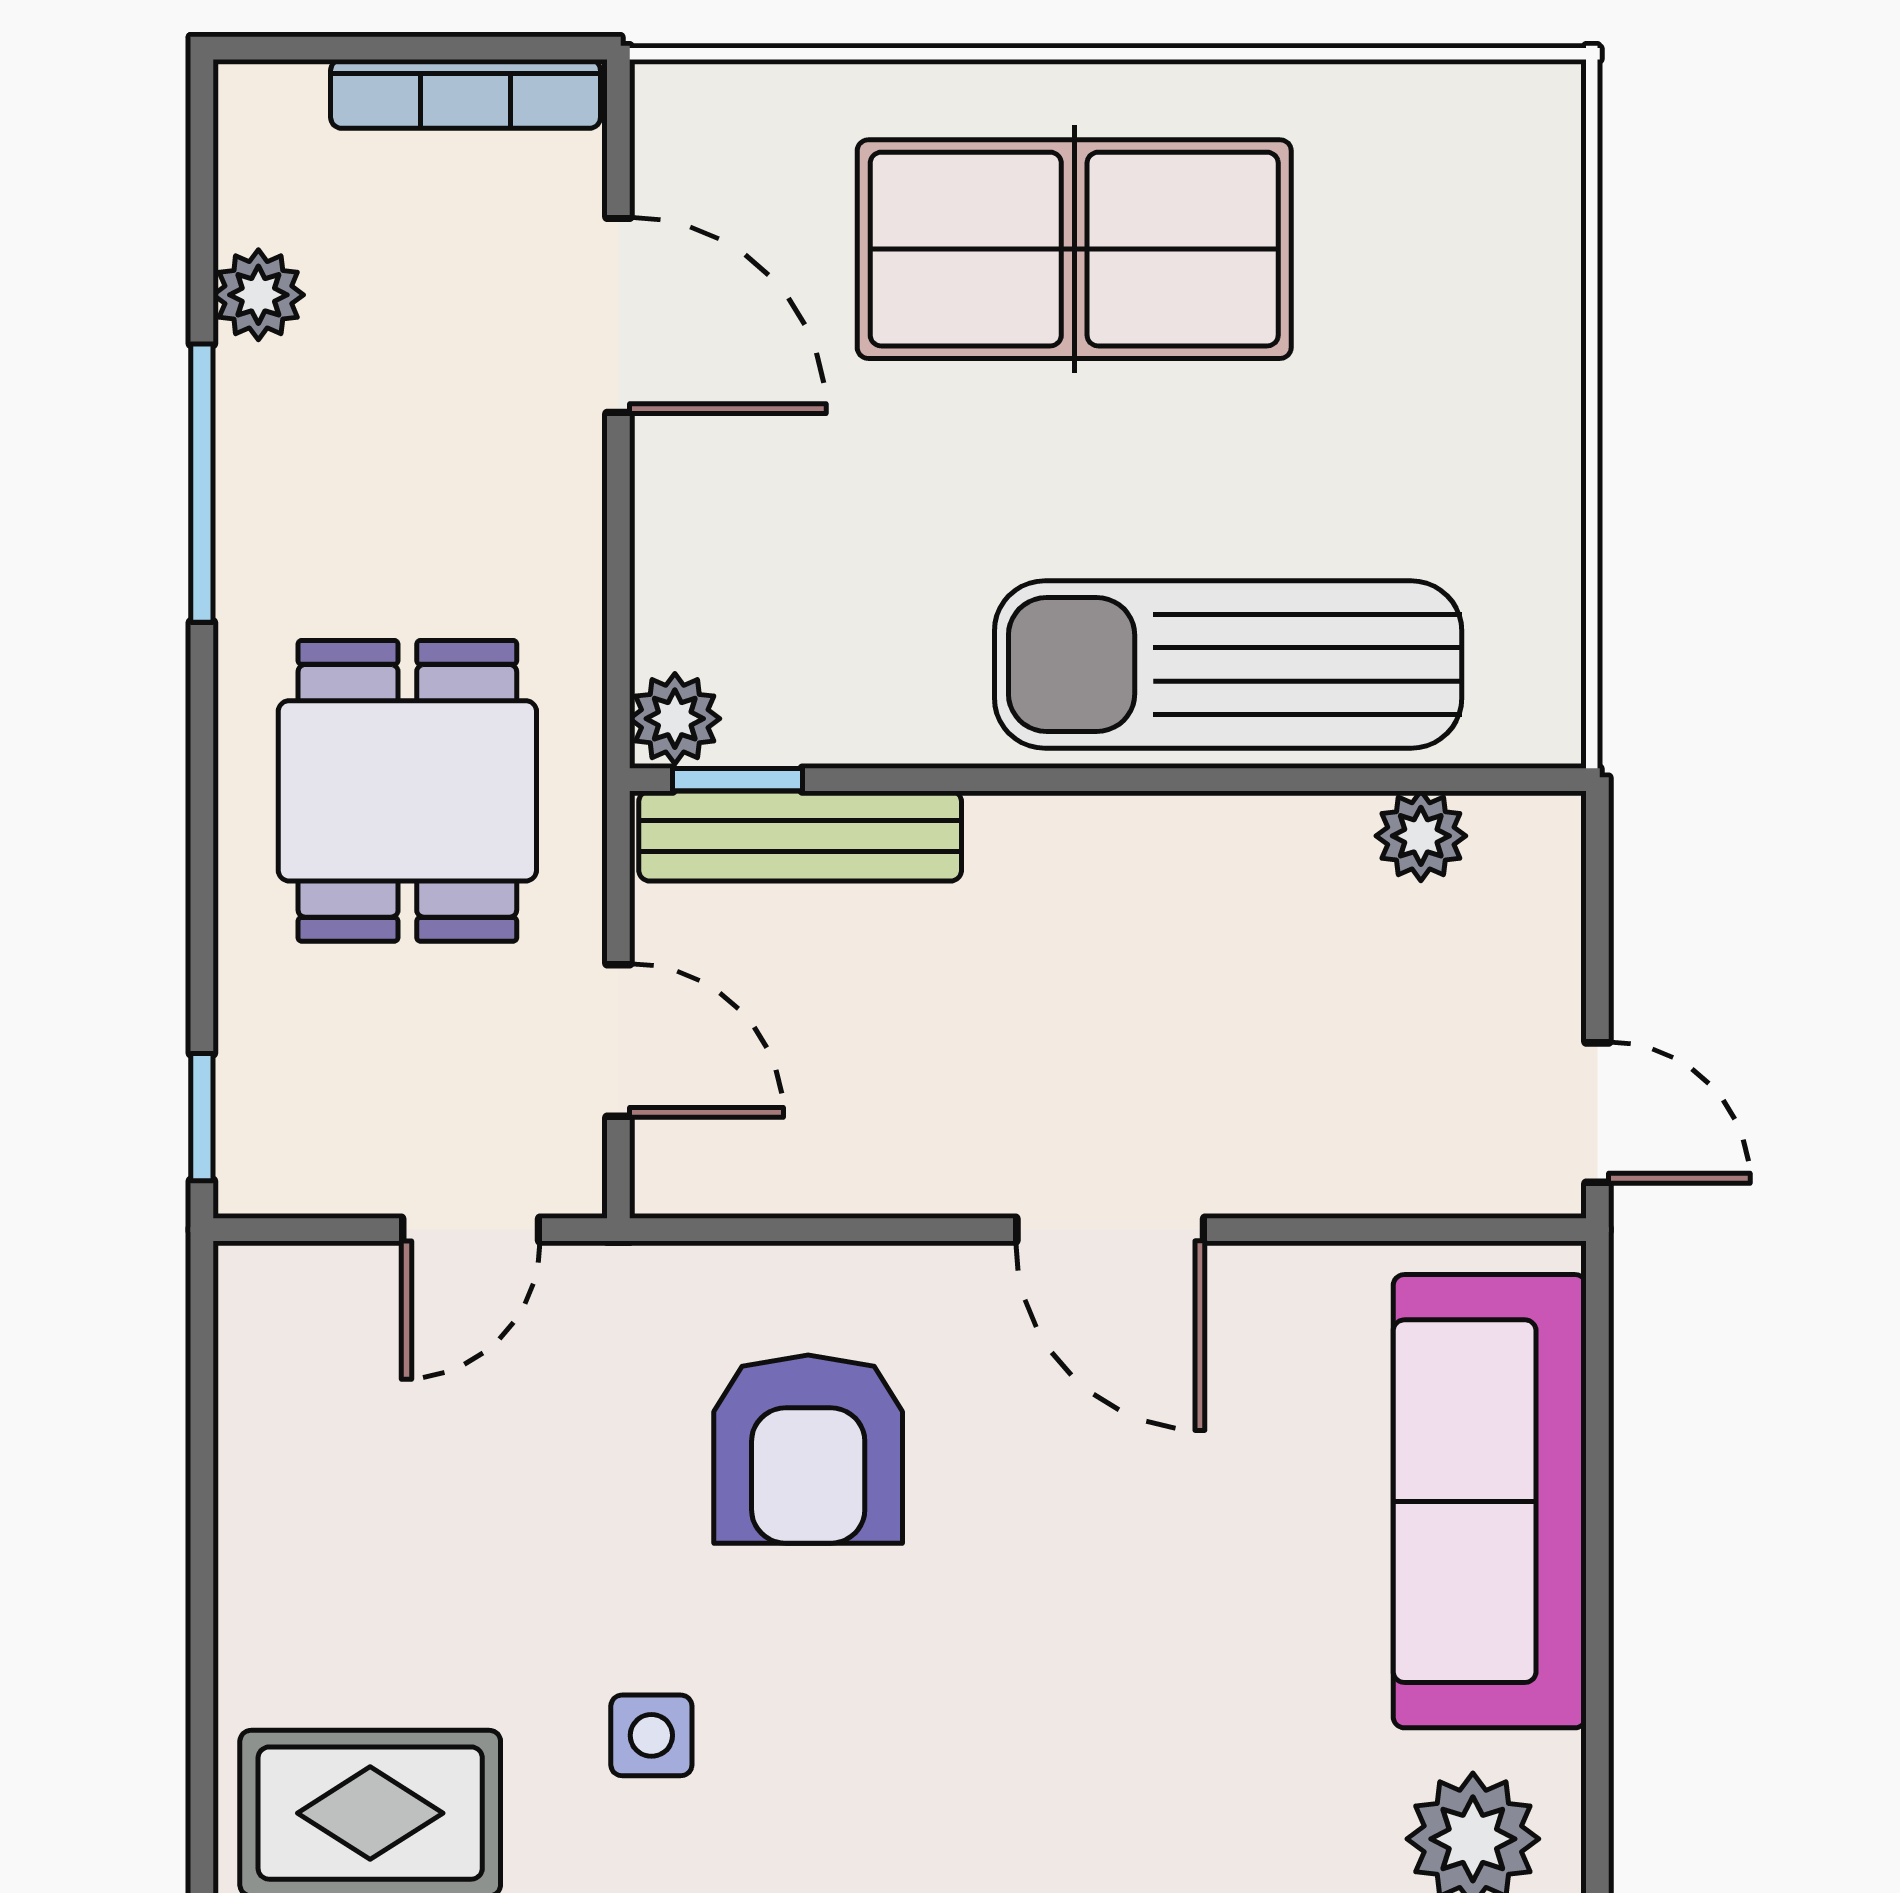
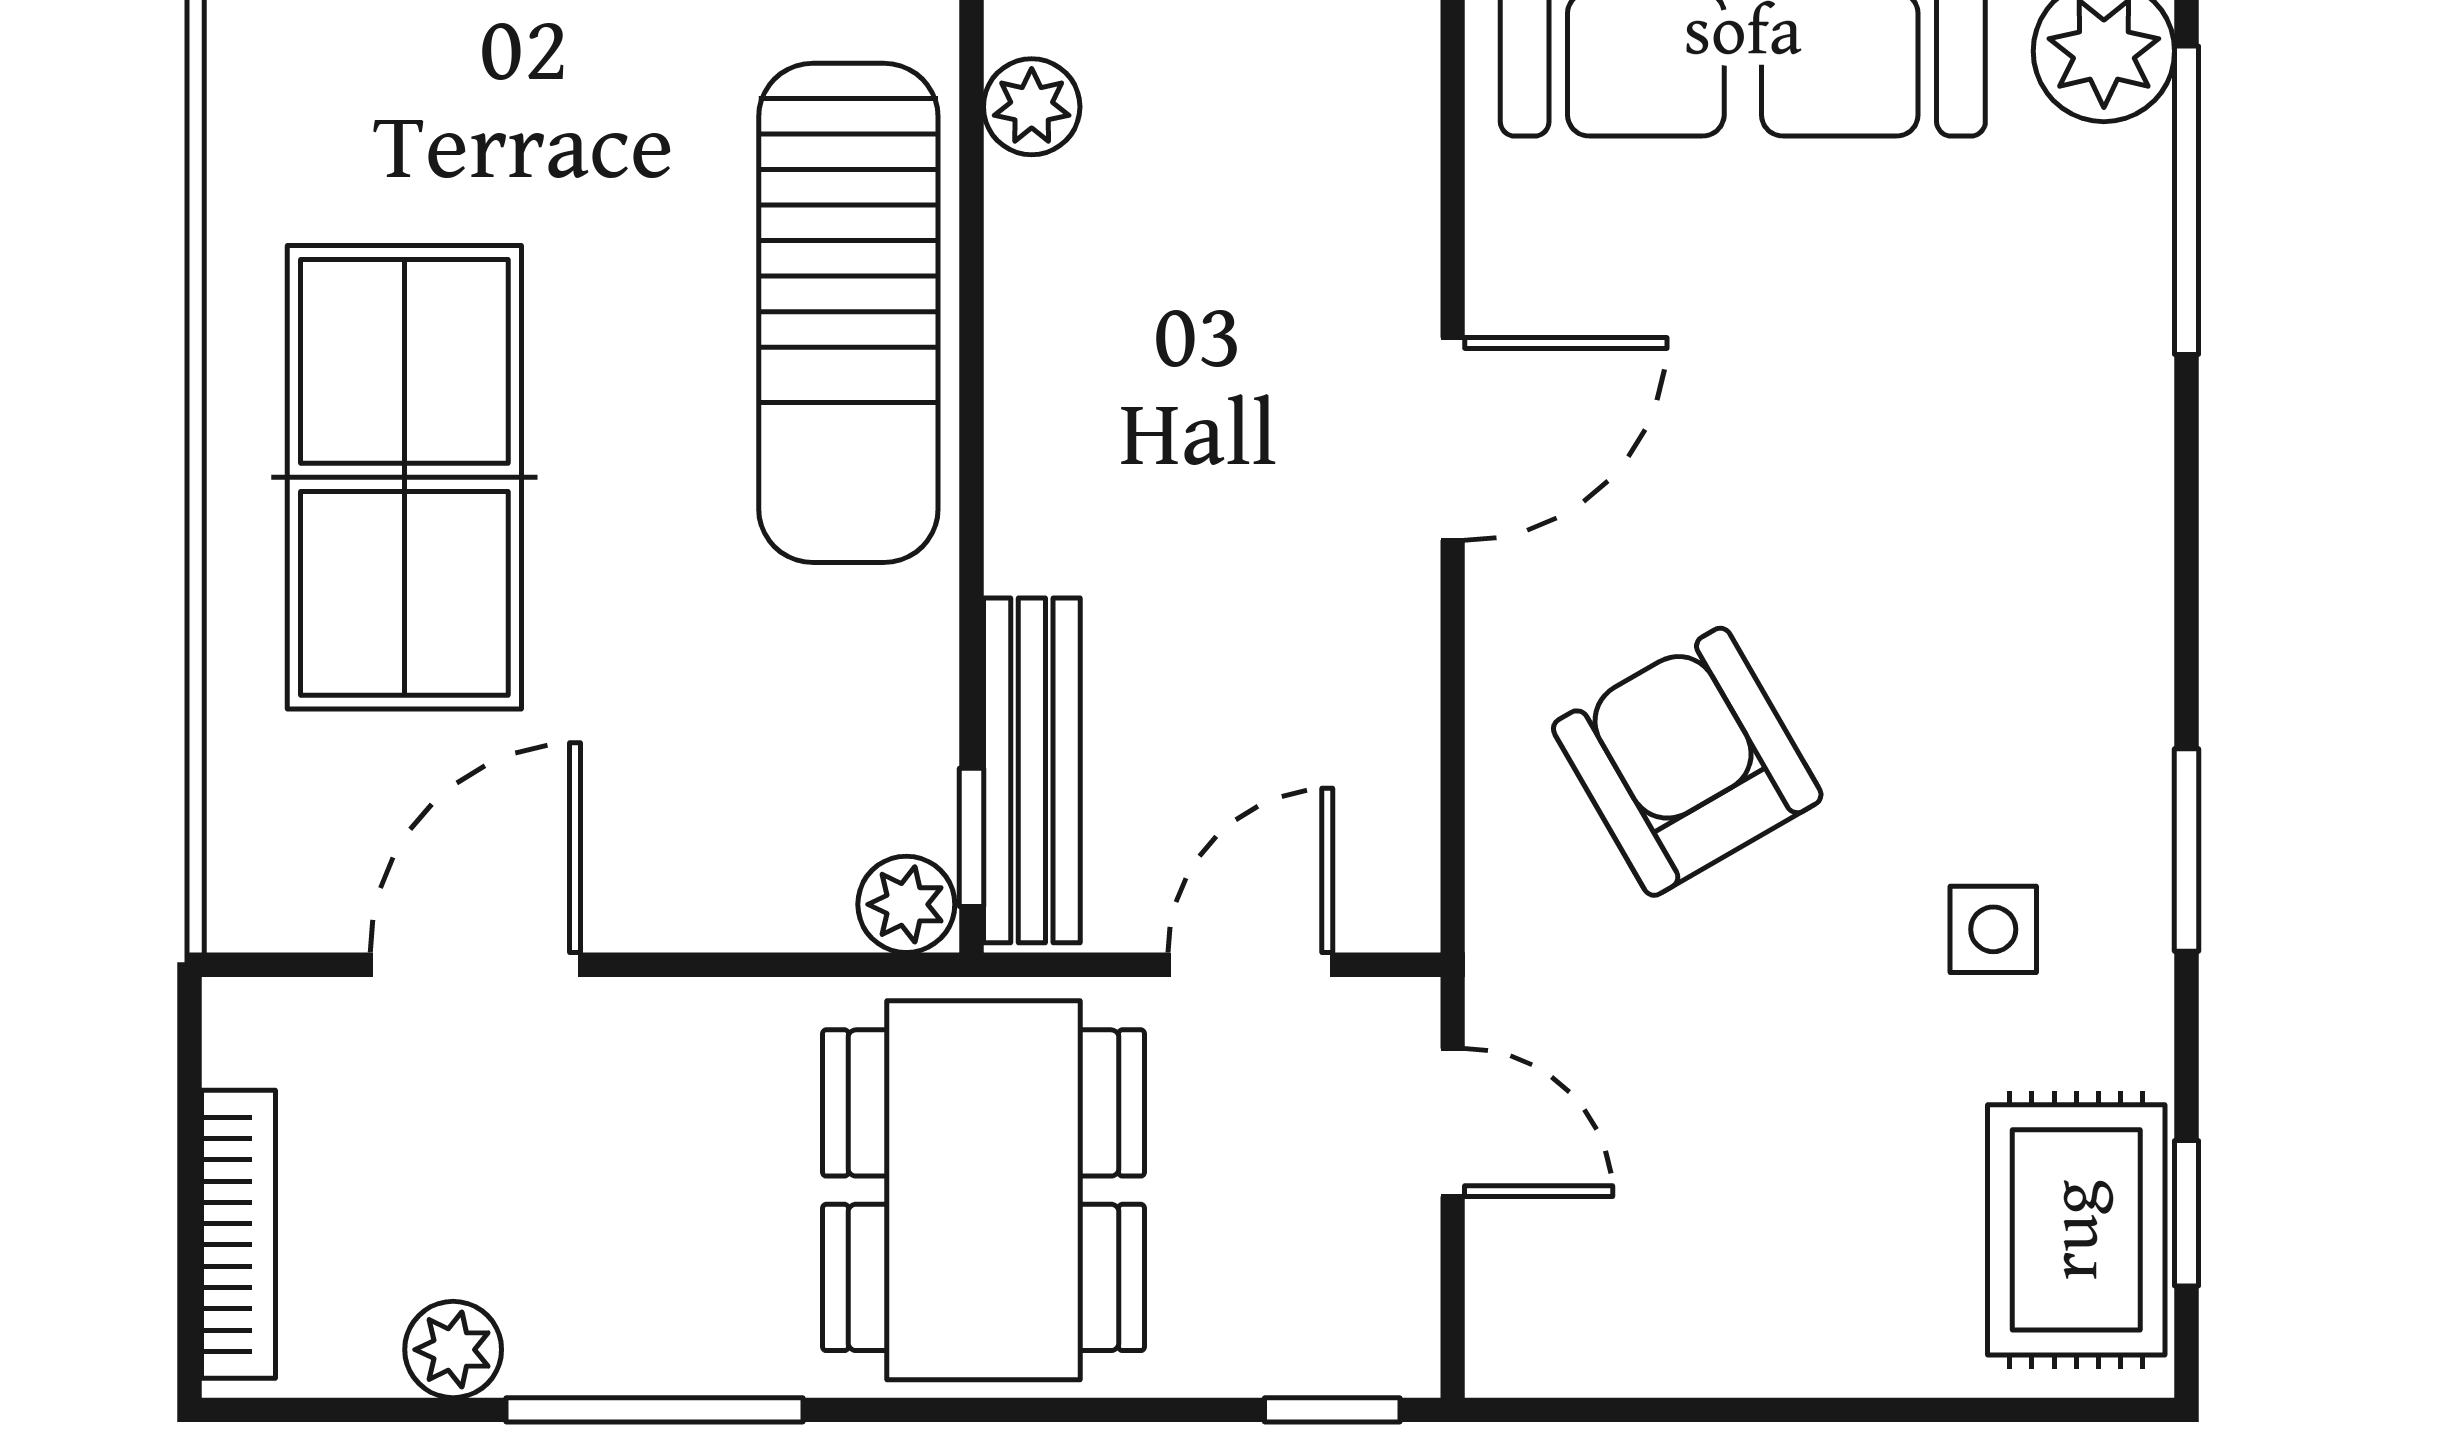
bookcase: (466, 94) -> (238, 1234), moved
dining table: (407, 791) -> (983, 1190), width x1.38
armchair: (808, 1449) -> (1687, 762), turned -120

